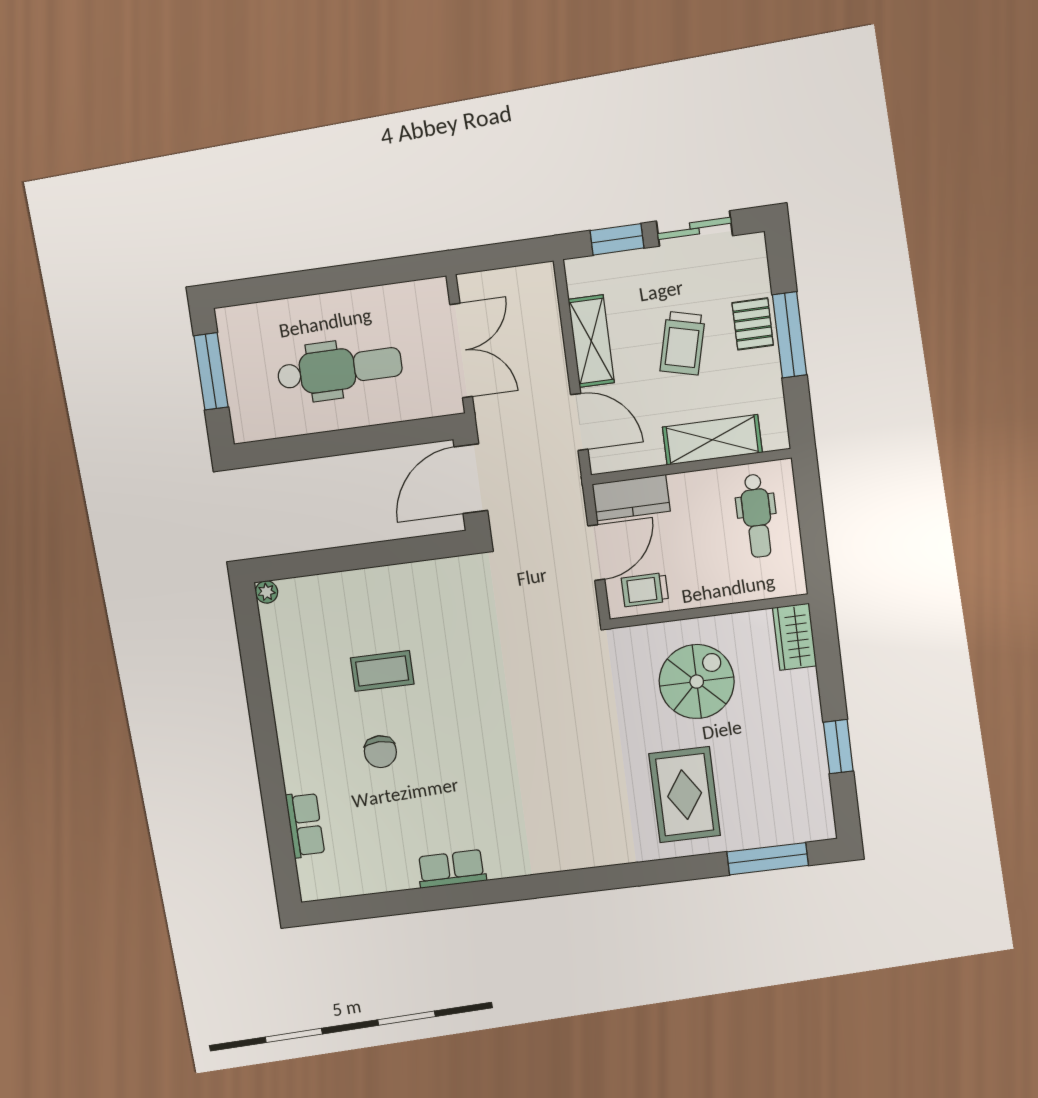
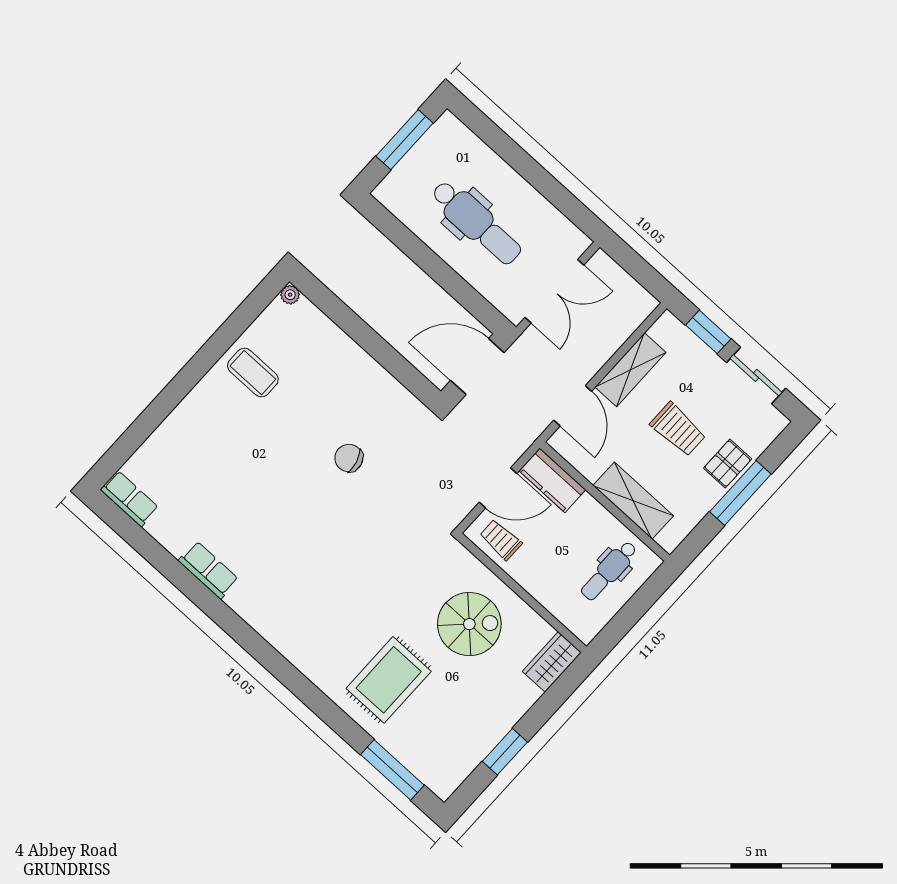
trolley: (682, 343) -> (678, 429), turned -104
coffee table: (382, 671) -> (253, 373), moved
chair: (380, 752) -> (349, 458), moved, turned 75
row of seats: (305, 825) -> (129, 499), moved, turned -90

